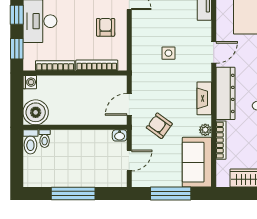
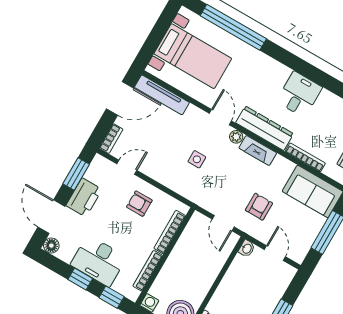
armchair: (159, 126) -> (259, 207), turned 144
plant: (205, 130) -> (236, 137), moved

